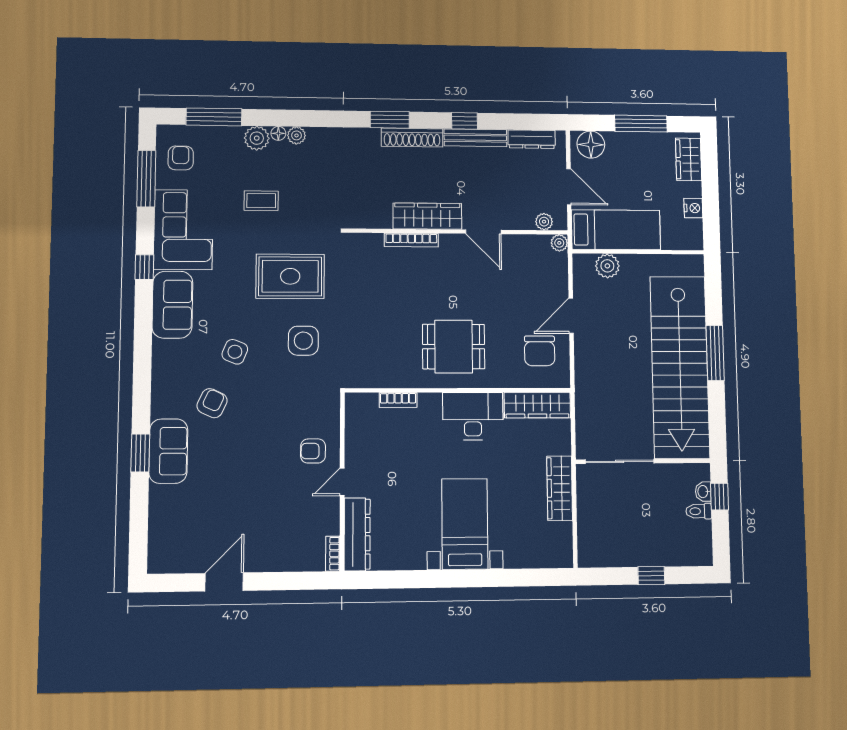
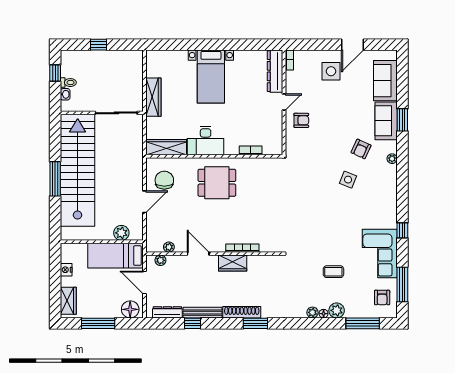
window: (464, 121) -> (193, 323), moved
wardrobe: (427, 216) -> (233, 263), width x0.67
plant: (559, 243) -> (169, 247), moved
rug: (290, 276) -> (316, 225), removed
sofa: (172, 305) -> (385, 81), moved
side table: (303, 341) -> (331, 71), moved
plant: (159, 387) -> (392, 159), added
window: (719, 497) -> (55, 73), moved

